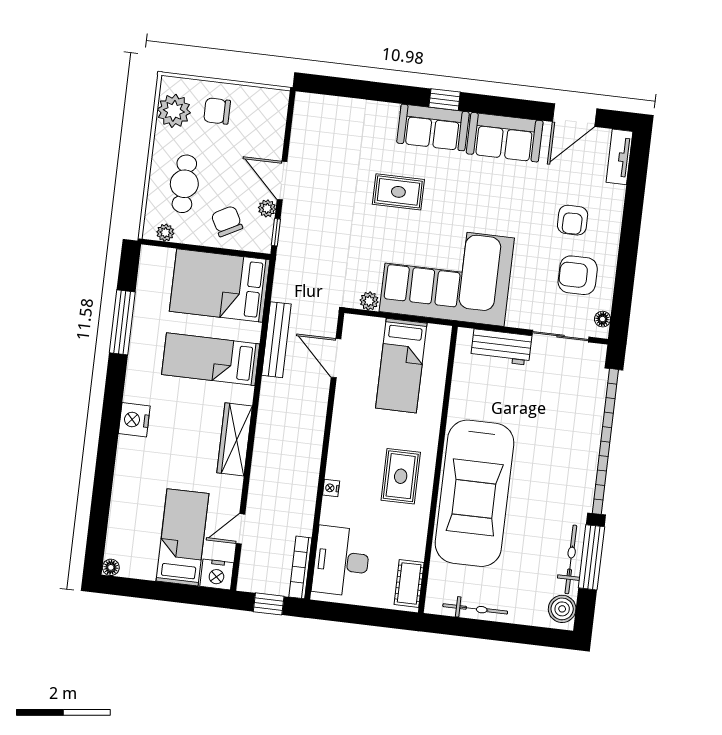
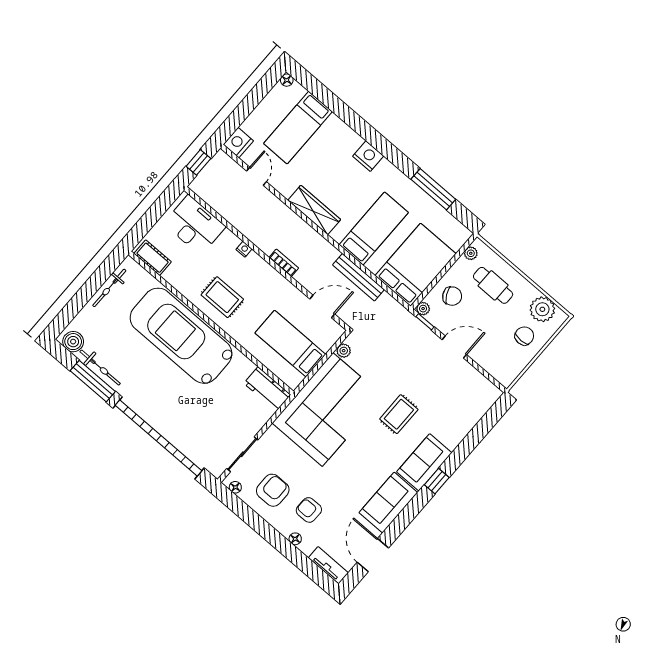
plant: (267, 208) -> (423, 309), moved
floor lamp: (615, 214) -> (295, 539), added
workbench: (501, 347) -> (267, 389), moved, turned -90
bed: (183, 537) -> (298, 128), moved, turned 90
bookcase: (300, 567) -> (284, 263), moved, width x0.64

